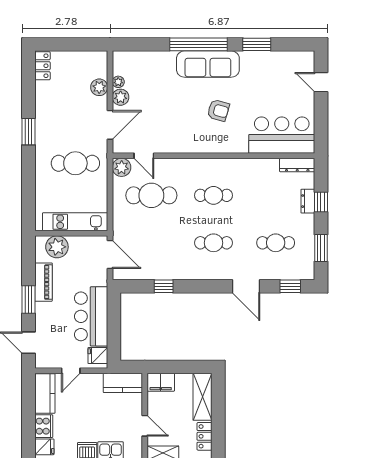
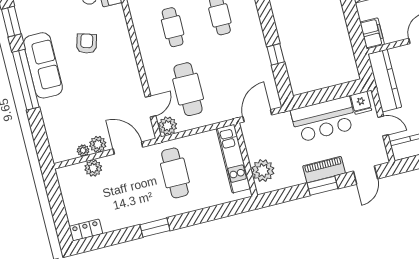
piano: (44, 282) -> (324, 170), moved
kitchen counter: (123, 383) -> (385, 81), width x1.50

